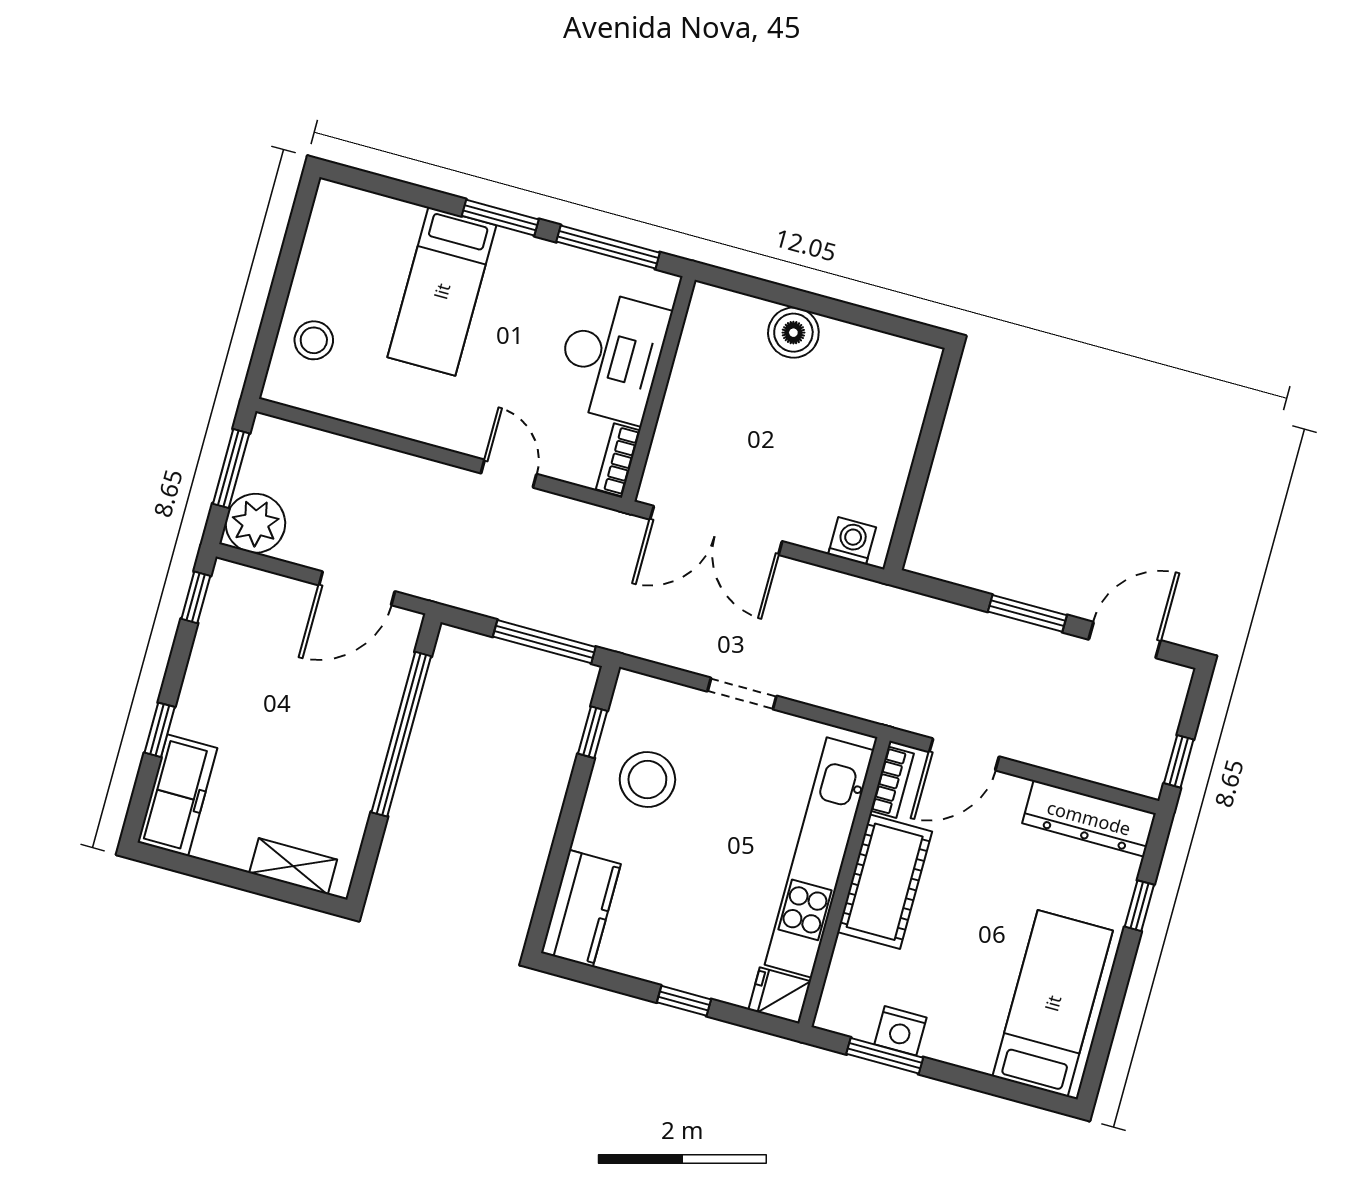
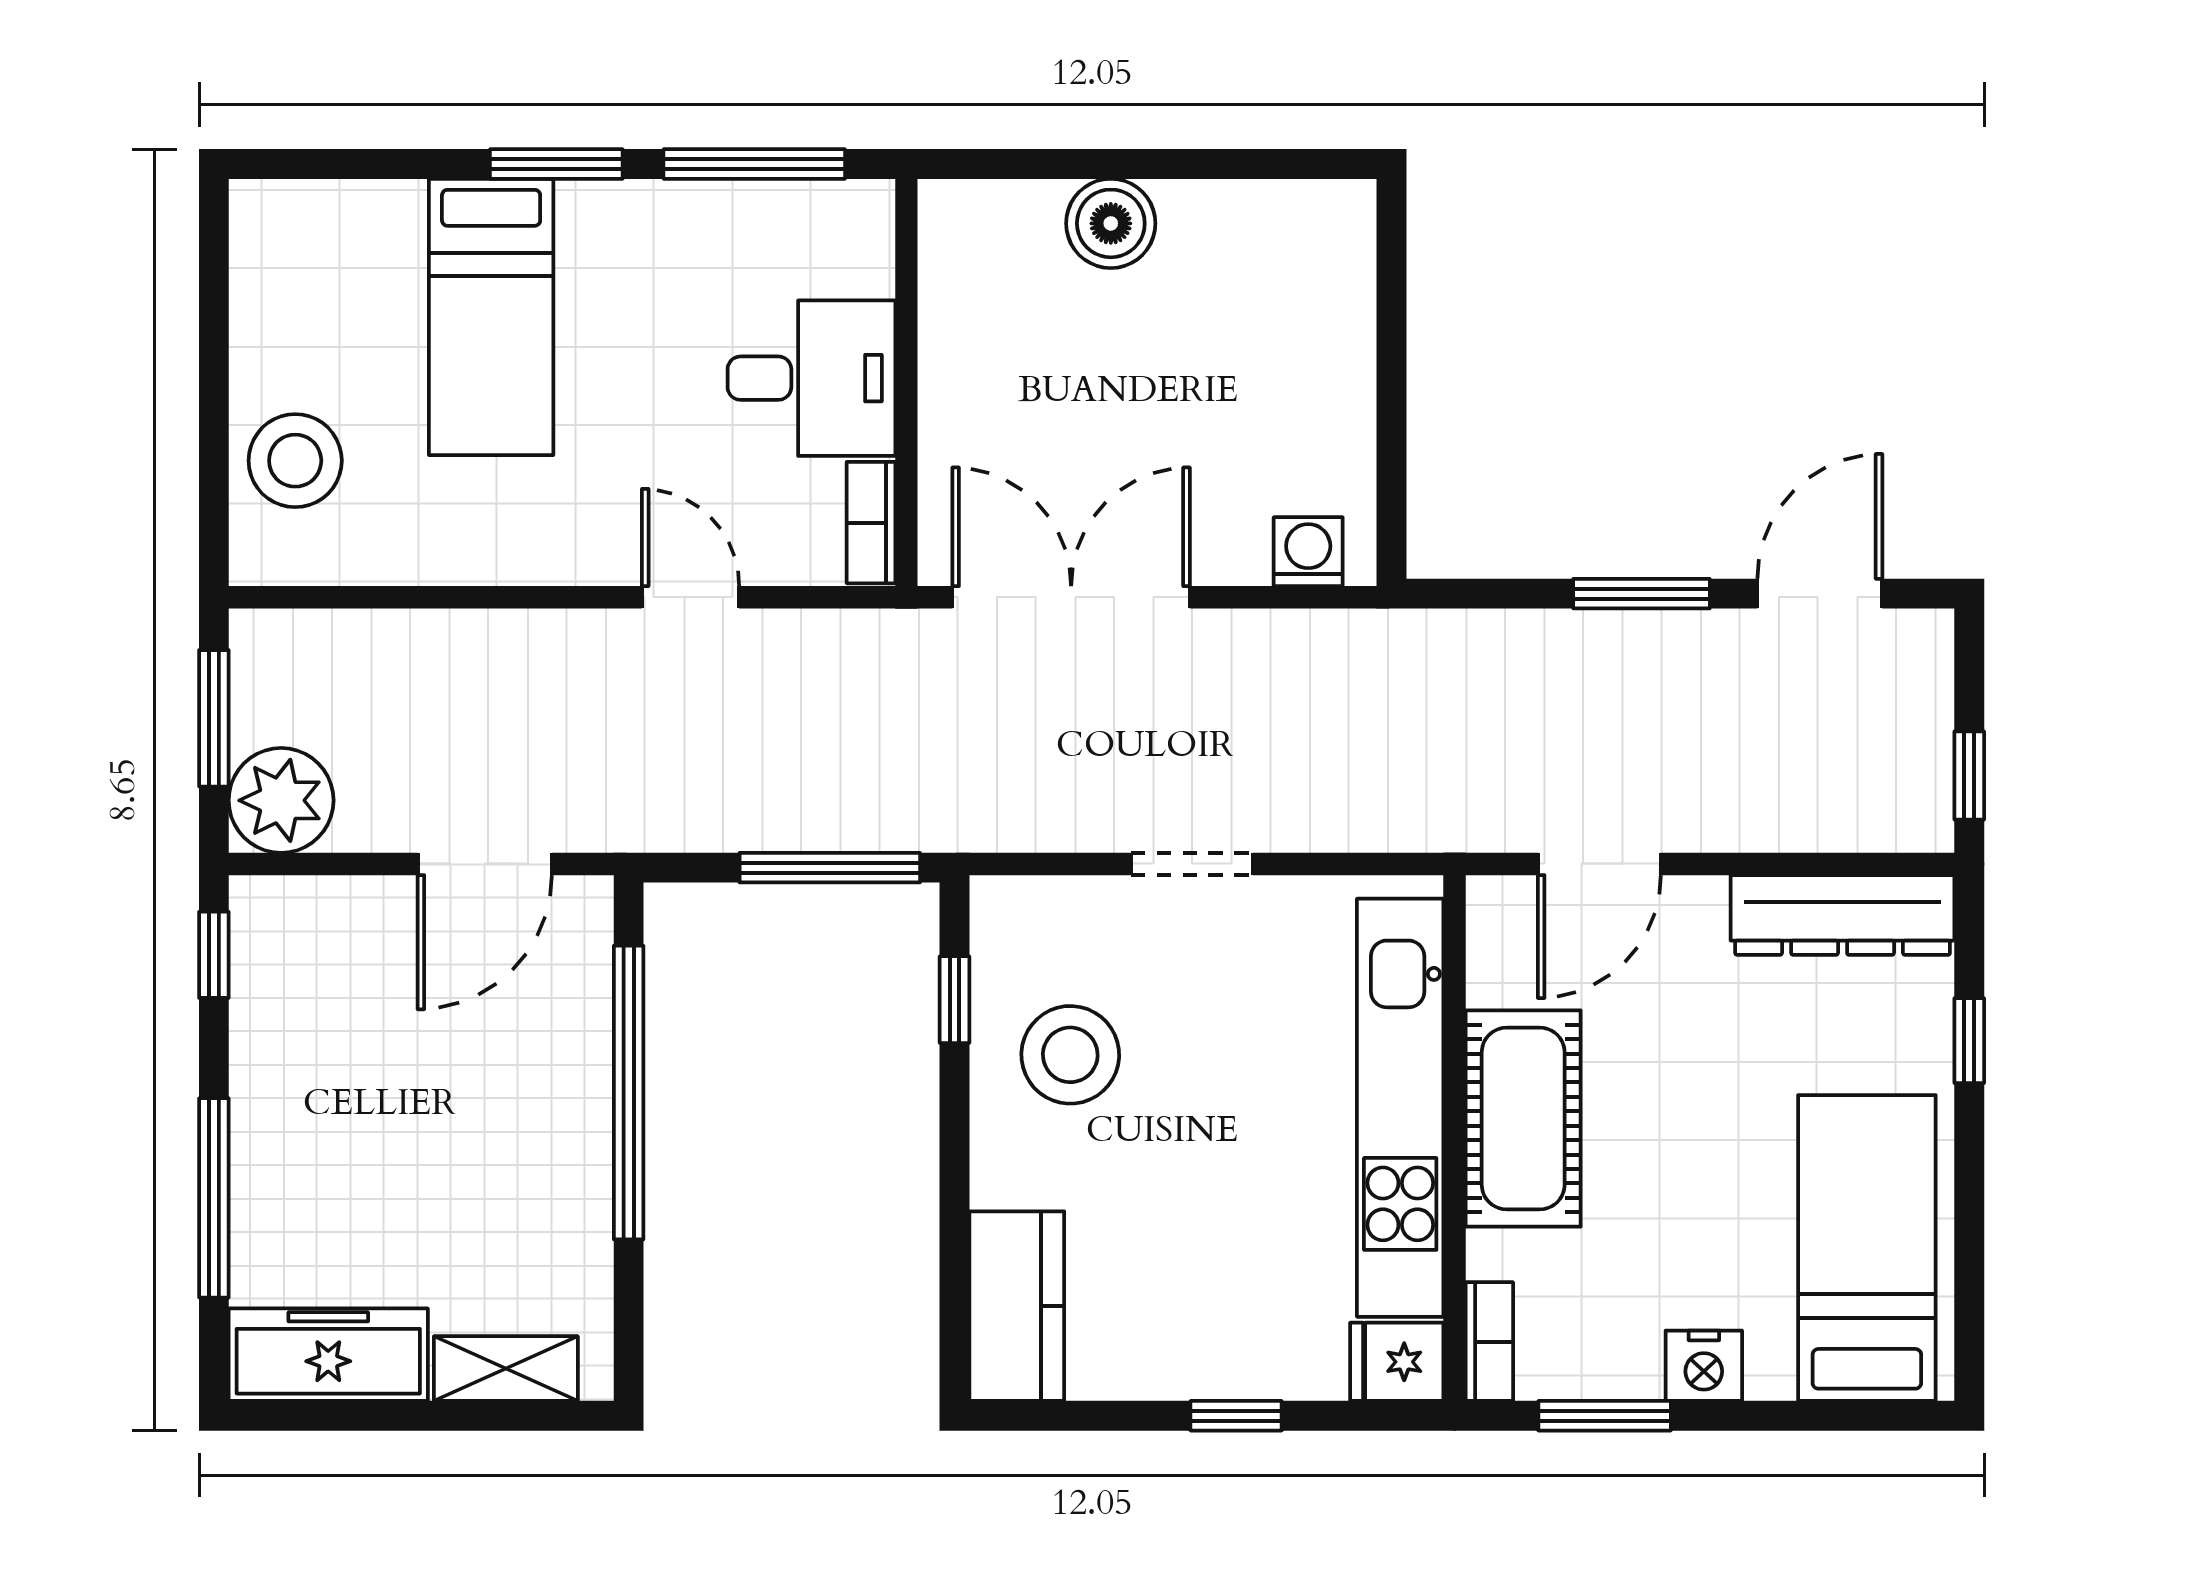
stool: (314, 340) -> (295, 461), width x1.38, depth x1.38
desk: (612, 357) -> (811, 378), width x0.73
double door: (716, 530) -> (1071, 597), swing flipped
window: (160, 730) -> (214, 1198), width x2.17
bookcase: (892, 782) -> (1489, 1342), moved
freezer: (177, 795) -> (328, 1355), moved, turned -90
nightstand: (901, 1031) -> (1704, 1366), moved

